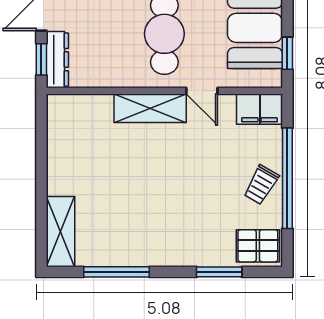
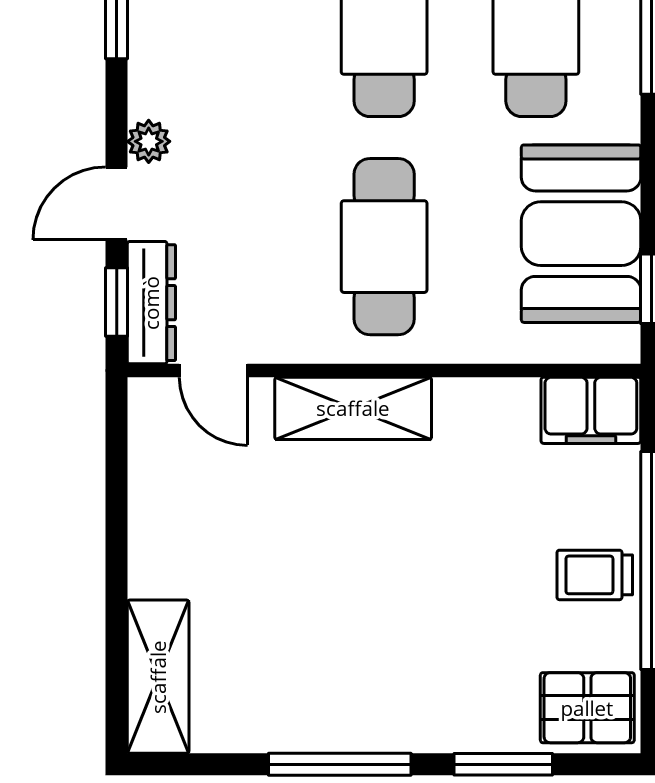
door: (202, 91) -> (213, 371), moved
trolley: (261, 185) -> (595, 575), turned 60
window: (117, 272) -> (340, 764), moved

